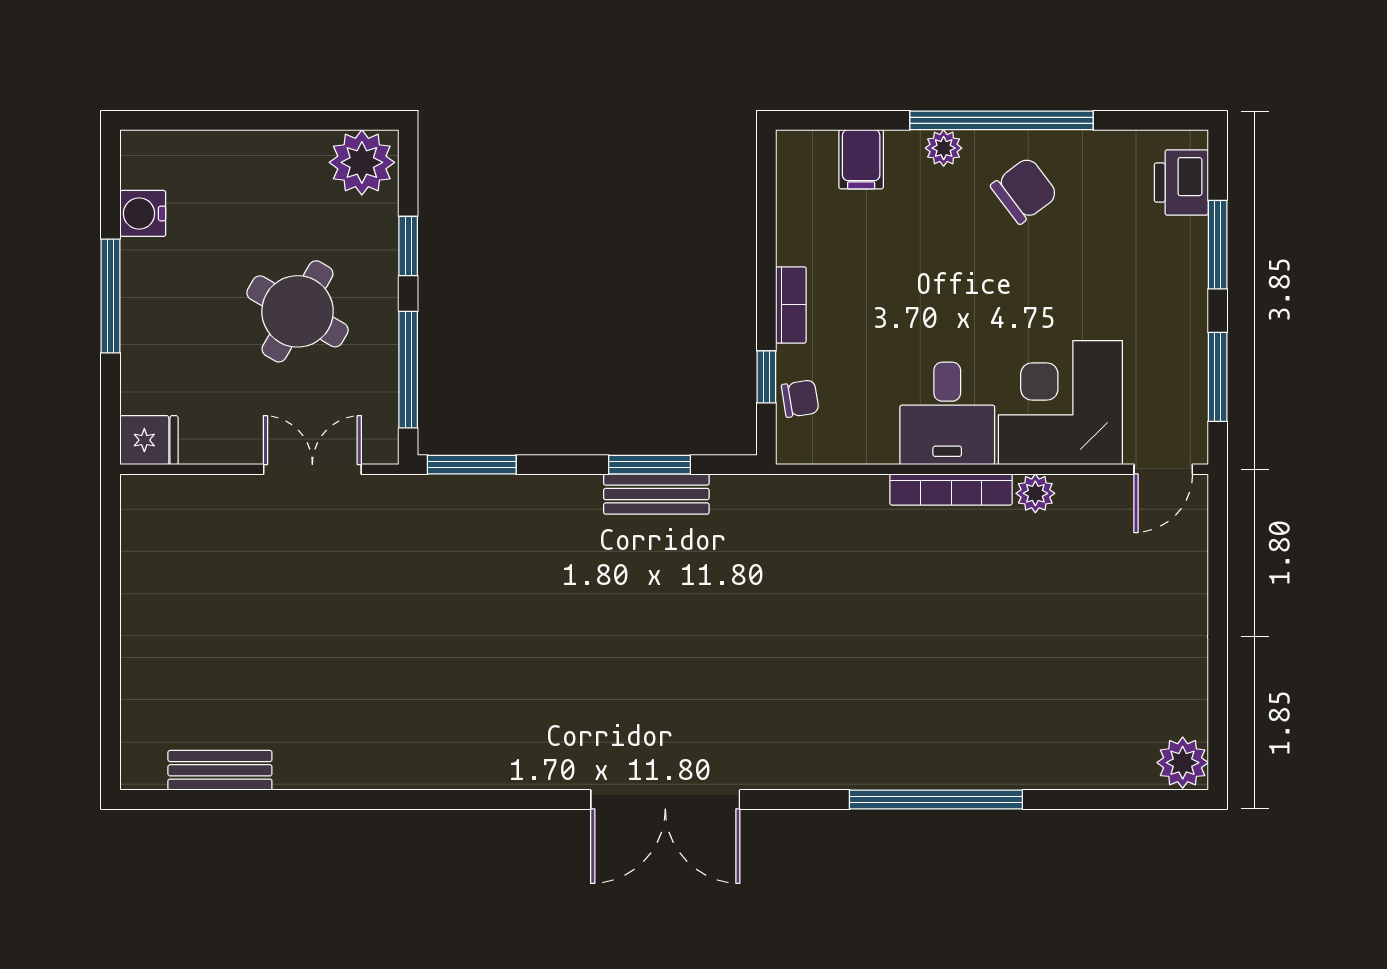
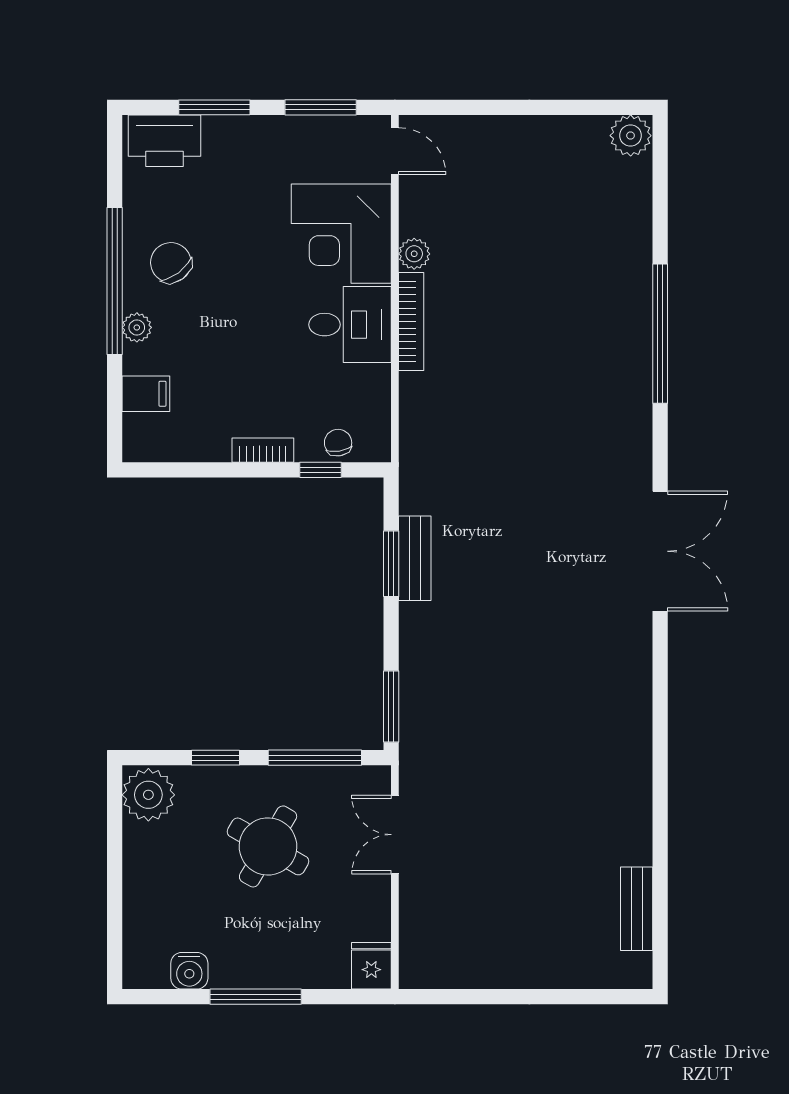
printer: (1181, 183) -> (164, 141), width x1.37, depth x1.19

